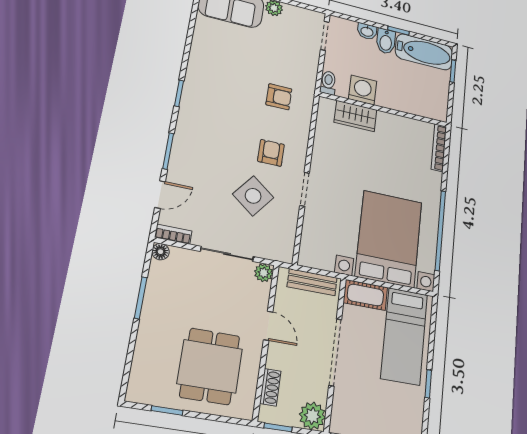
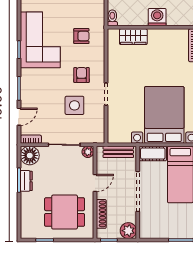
corner sofa: (215, 87) -> (40, 40), added
washing machine: (363, 90) -> (157, 17), moved
side table: (253, 196) -> (74, 105), turned -38
floor lamp: (160, 252) -> (30, 155), width x1.89, depth x1.89
dresser: (153, 301) -> (26, 181), added
door: (268, 326) -> (95, 183), hinge flipped
dining table: (210, 366) -> (65, 212), turned 90
shoe rack: (270, 387) -> (101, 214), width x1.43

